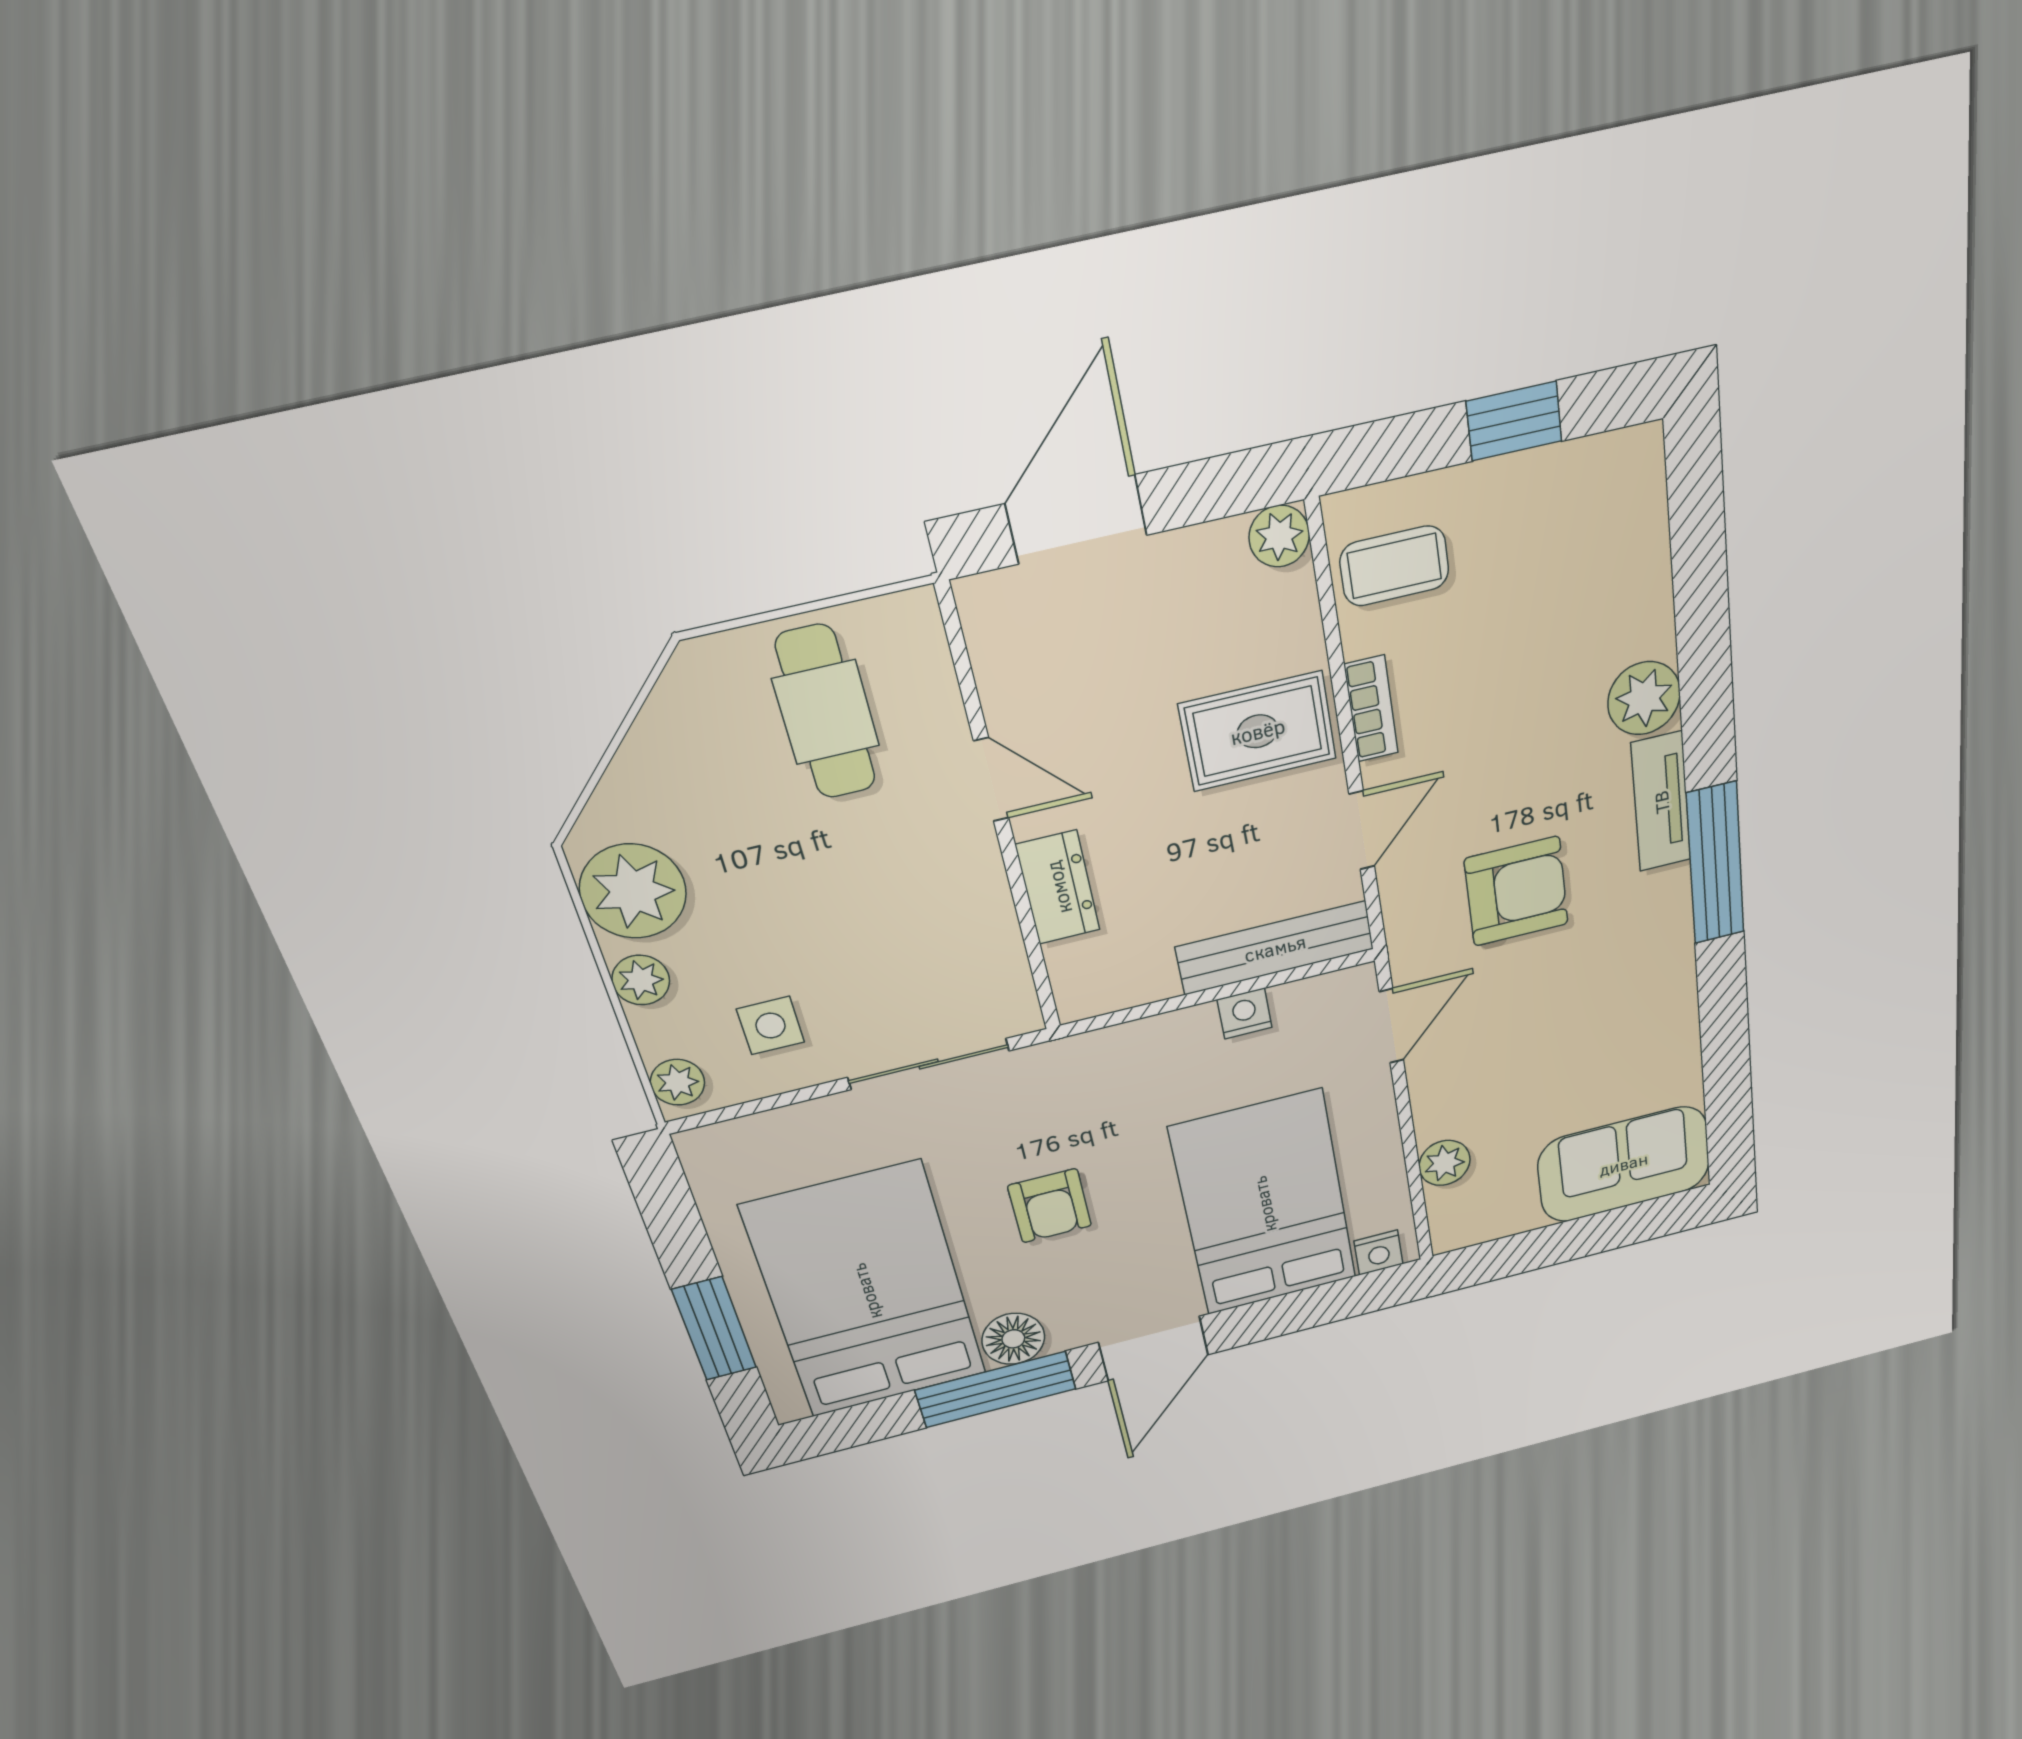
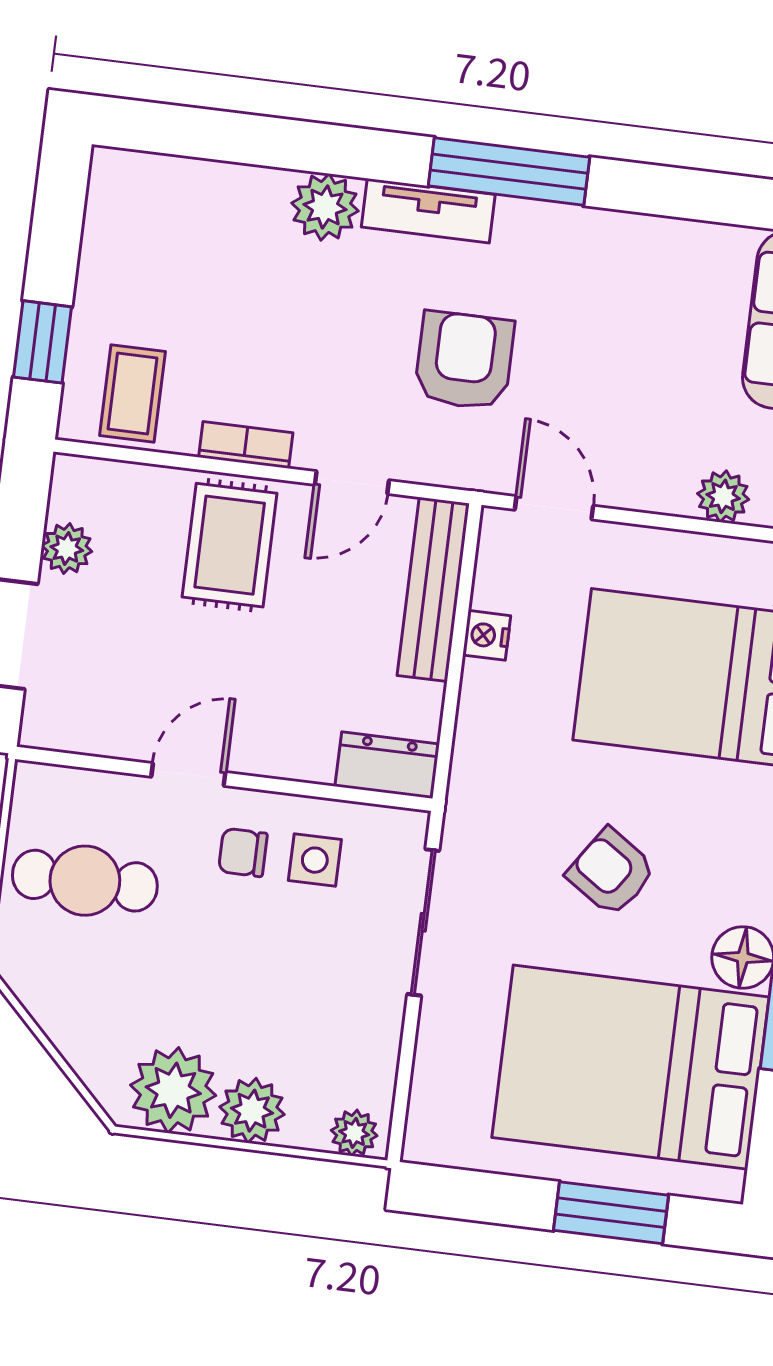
window: (1514, 421) -> (42, 342), moved
plant: (1279, 536) -> (67, 549), moved
door: (1362, 830) -> (352, 483), swing flipped
chair: (928, 866) -> (243, 852), added
dresser: (1058, 887) -> (387, 765), moved
plant: (641, 980) -> (252, 1111), width x1.38, depth x1.38
side table: (771, 1026) -> (315, 860), moved
armchair: (1050, 1206) -> (611, 872), turned -146

